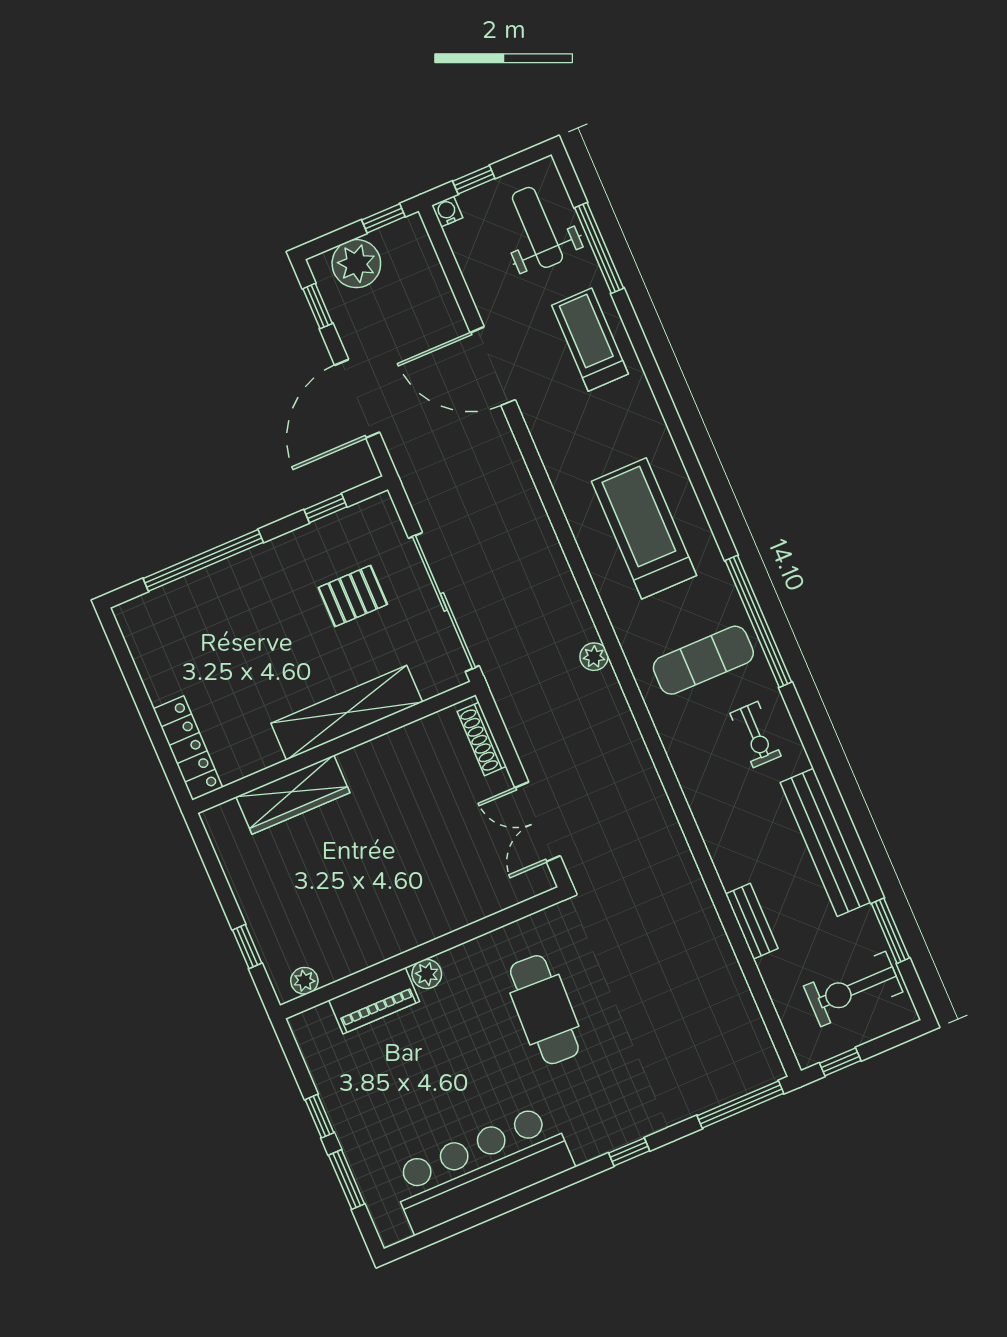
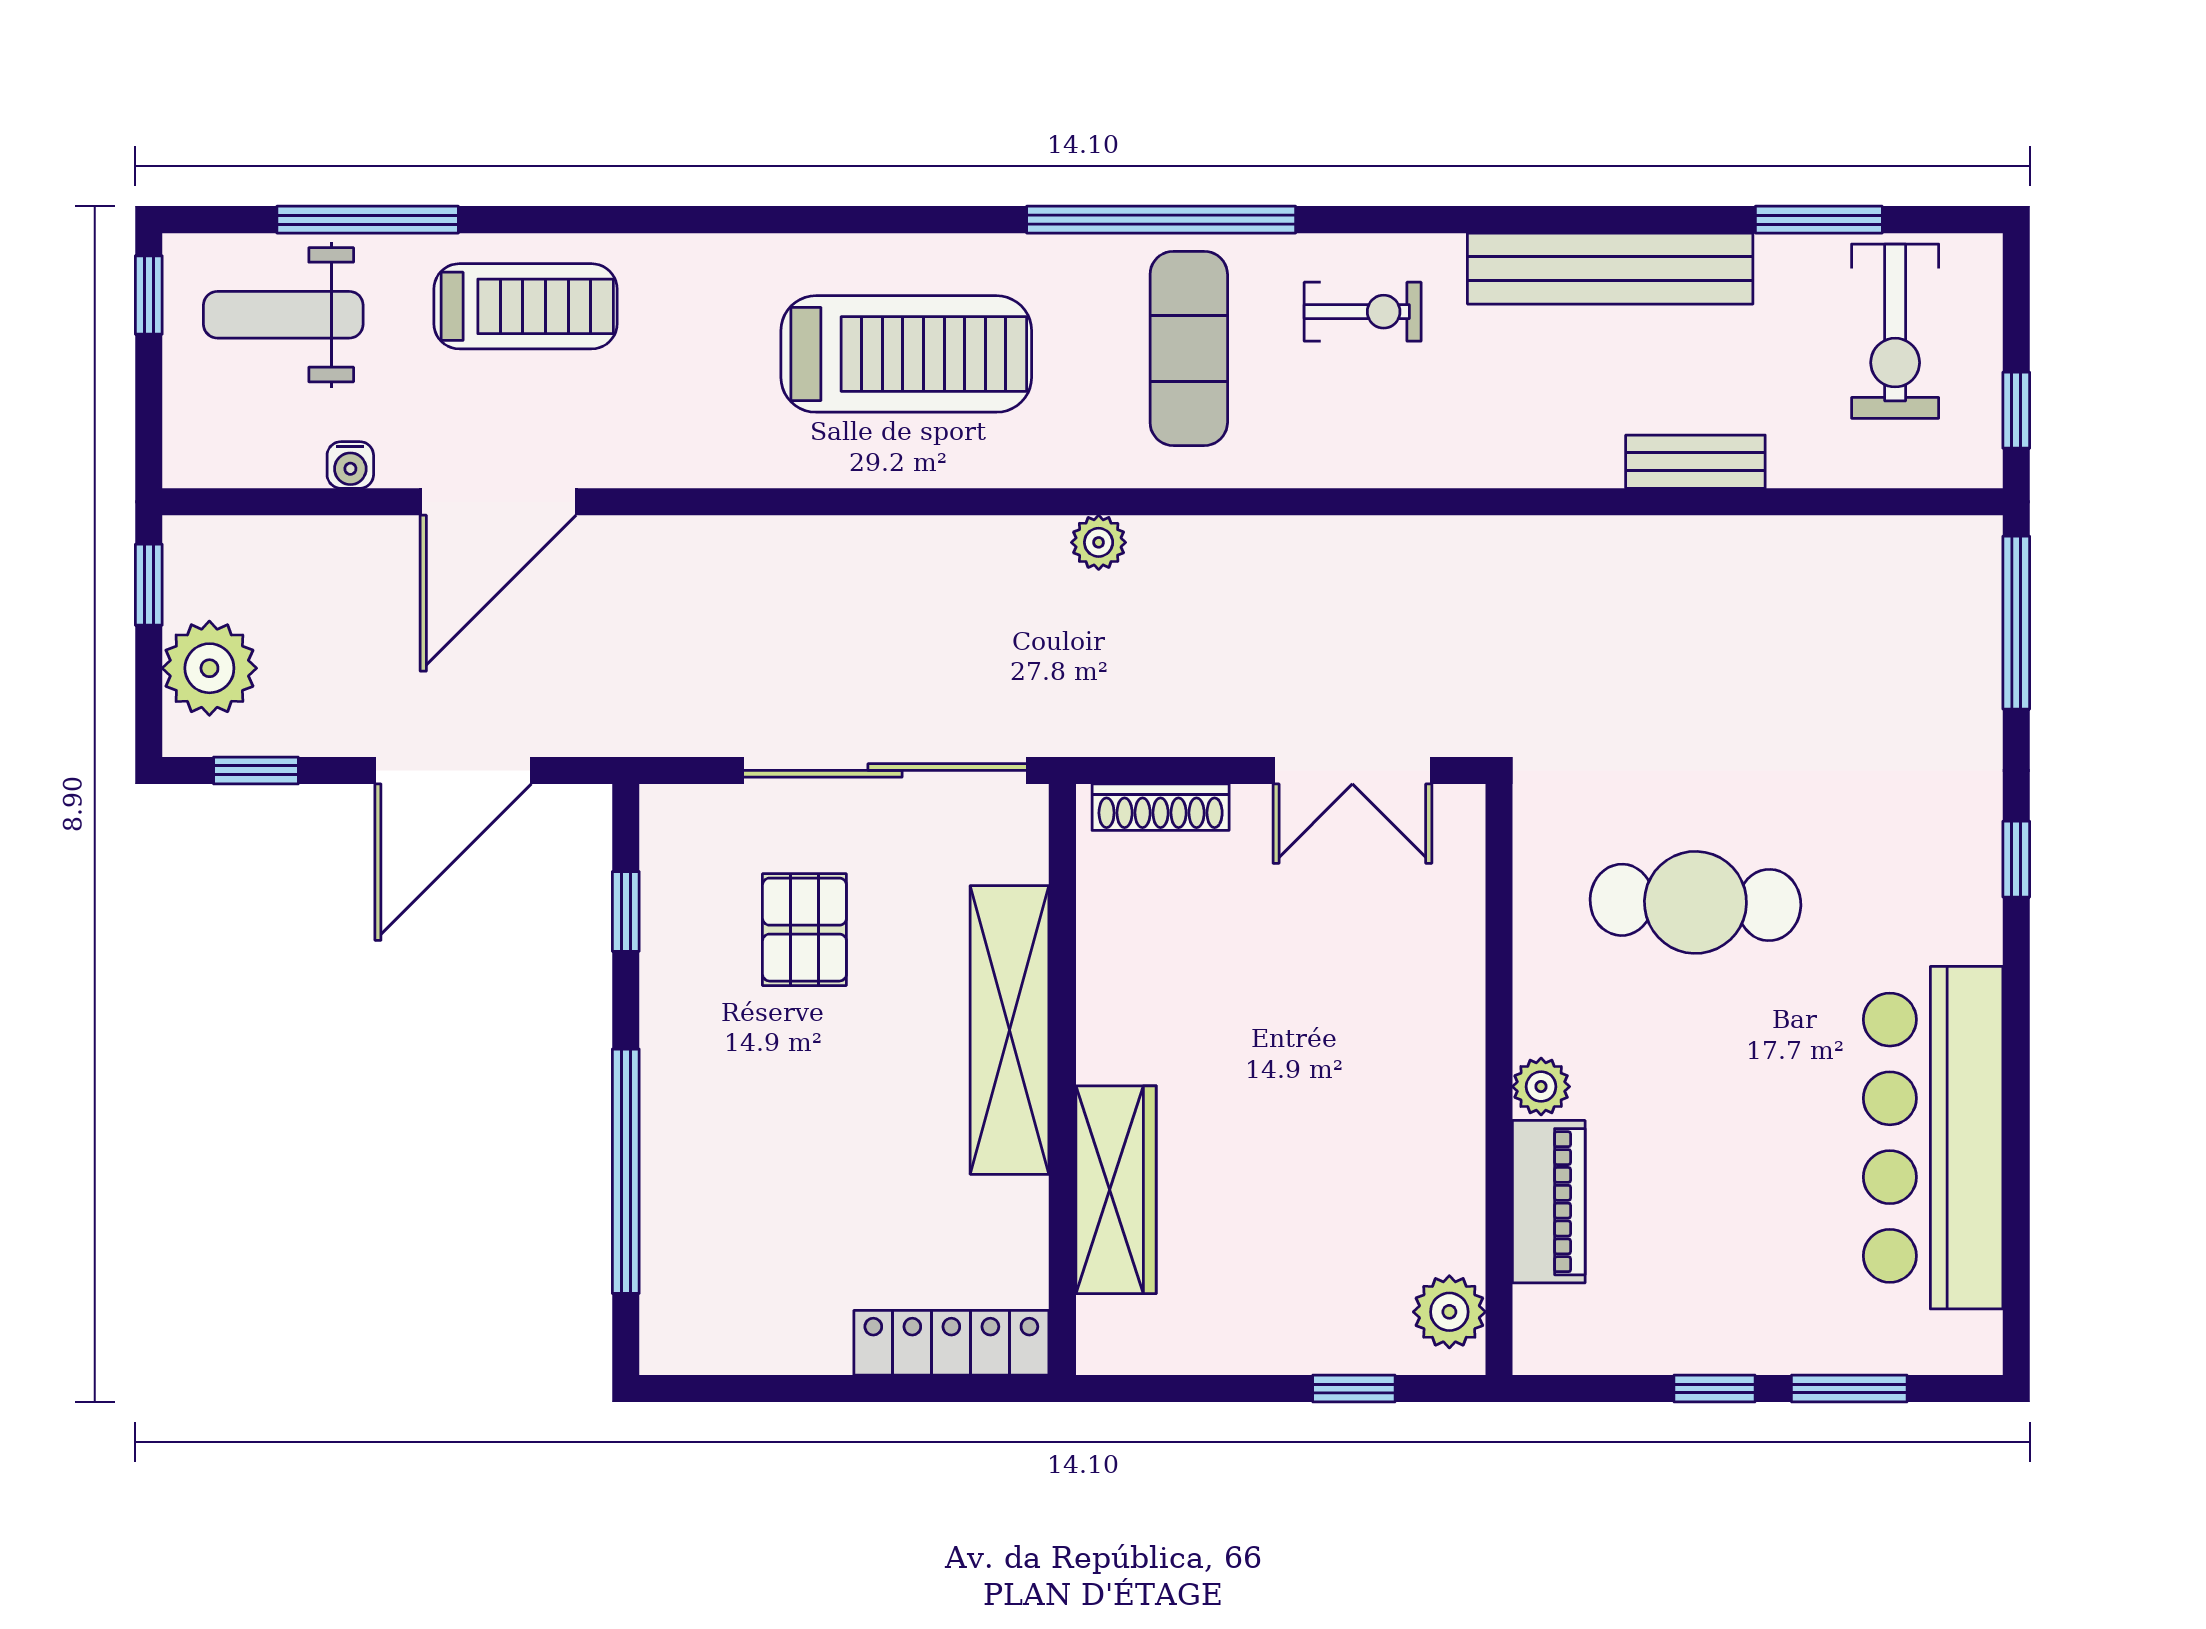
window: (474, 180) -> (149, 295), moved
water cooler: (447, 212) -> (350, 465), moved, turned -90
treadmill: (590, 340) -> (525, 306), turned 180
door: (357, 399) -> (453, 770), hinge flipped
treadmill: (644, 528) -> (906, 354), turned 180
plant: (304, 981) -> (1449, 1312), width x1.38, depth x1.38

